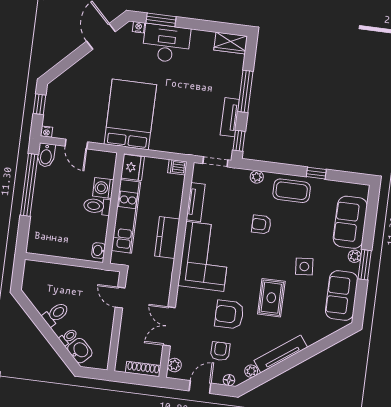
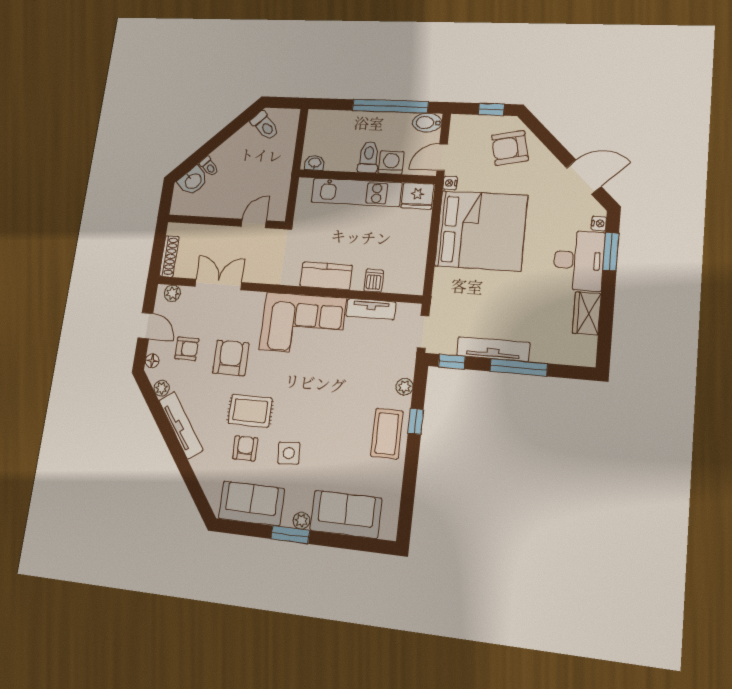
wardrobe: (231, 43) -> (587, 313), moved
armchair: (73, 91) -> (510, 148), added
bed: (130, 114) -> (481, 231), width x1.36
tv unit: (230, 117) -> (493, 349), width x1.41
nightstand: (47, 132) -> (450, 183), moved
fridge: (132, 167) -> (417, 196), moved
dishwasher: (177, 167) -> (374, 281), moved
window: (316, 173) -> (416, 421), moved
washing machine: (103, 188) -> (391, 162), moved
toilet: (97, 206) -> (369, 157), moved
wall: (114, 208) -> (366, 177), moved
kitchen unit: (126, 216) -> (356, 192), moved
armchair: (261, 224) -> (245, 448), moved
washbasin: (98, 251) -> (315, 163), moved
toilet: (56, 314) -> (265, 126), moved

